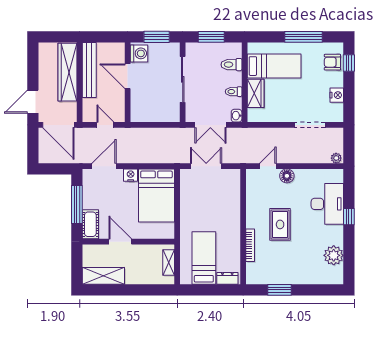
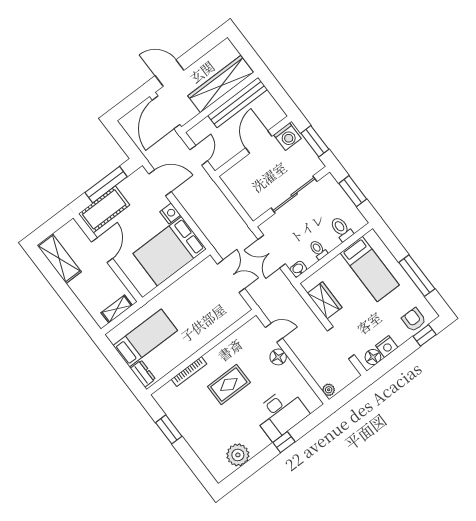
wardrobe: (256, 93) -> (325, 300), moved, turned -90
floor lamp: (337, 110) -> (373, 357), added
cot: (90, 224) -> (104, 209), width x1.37, depth x1.34

